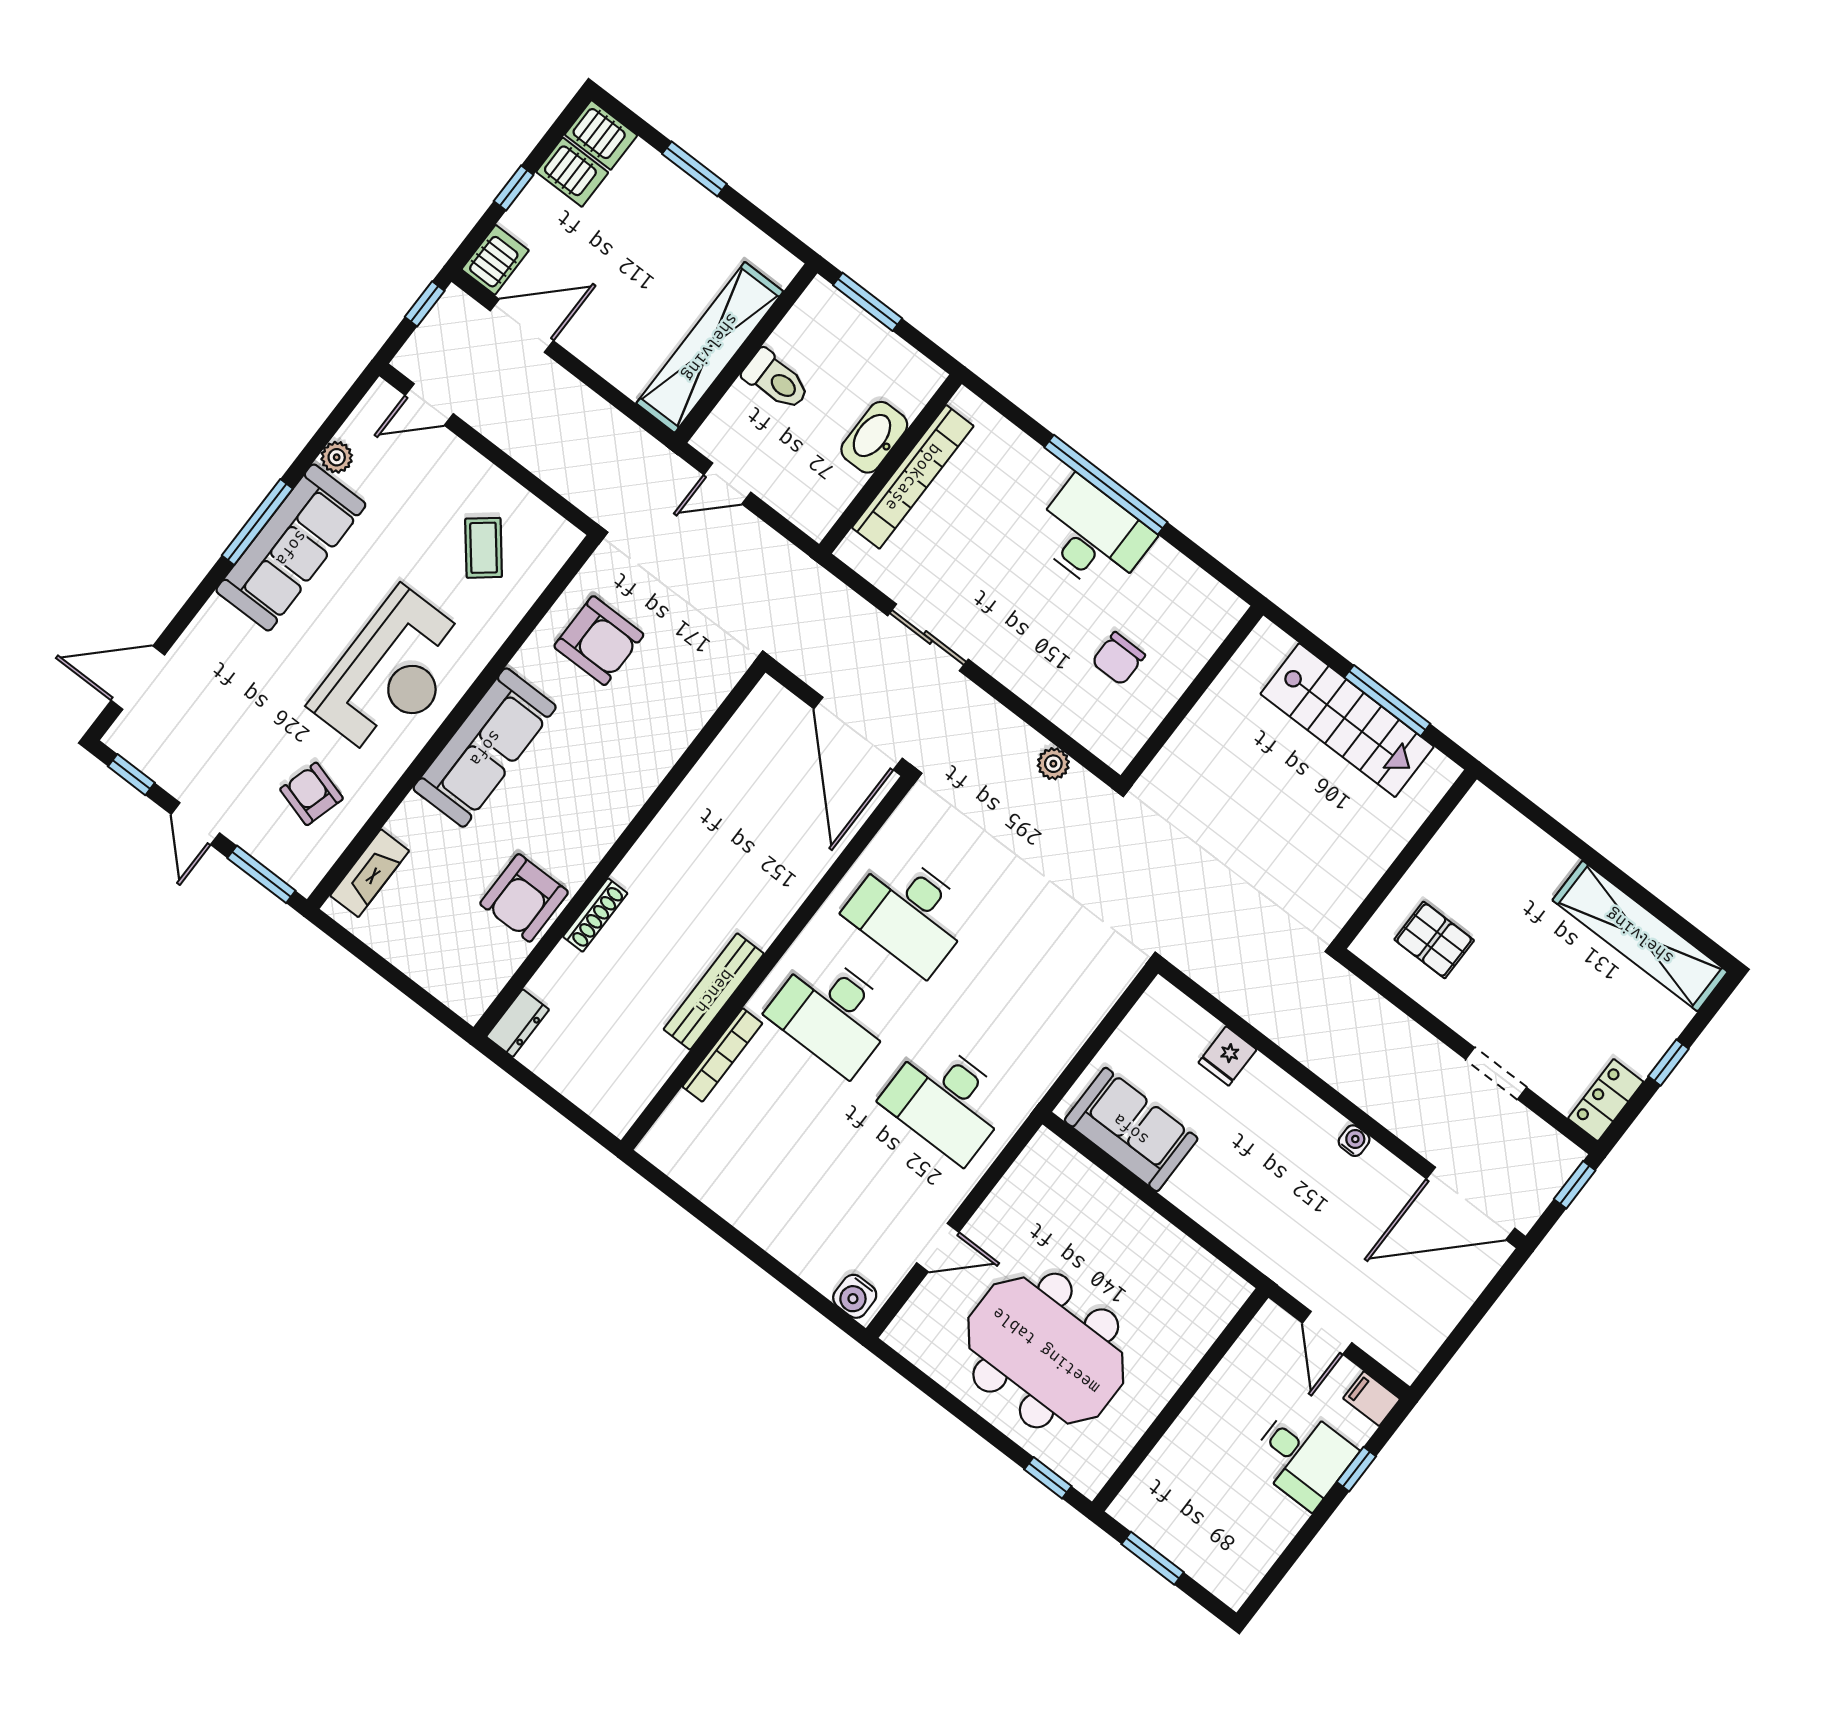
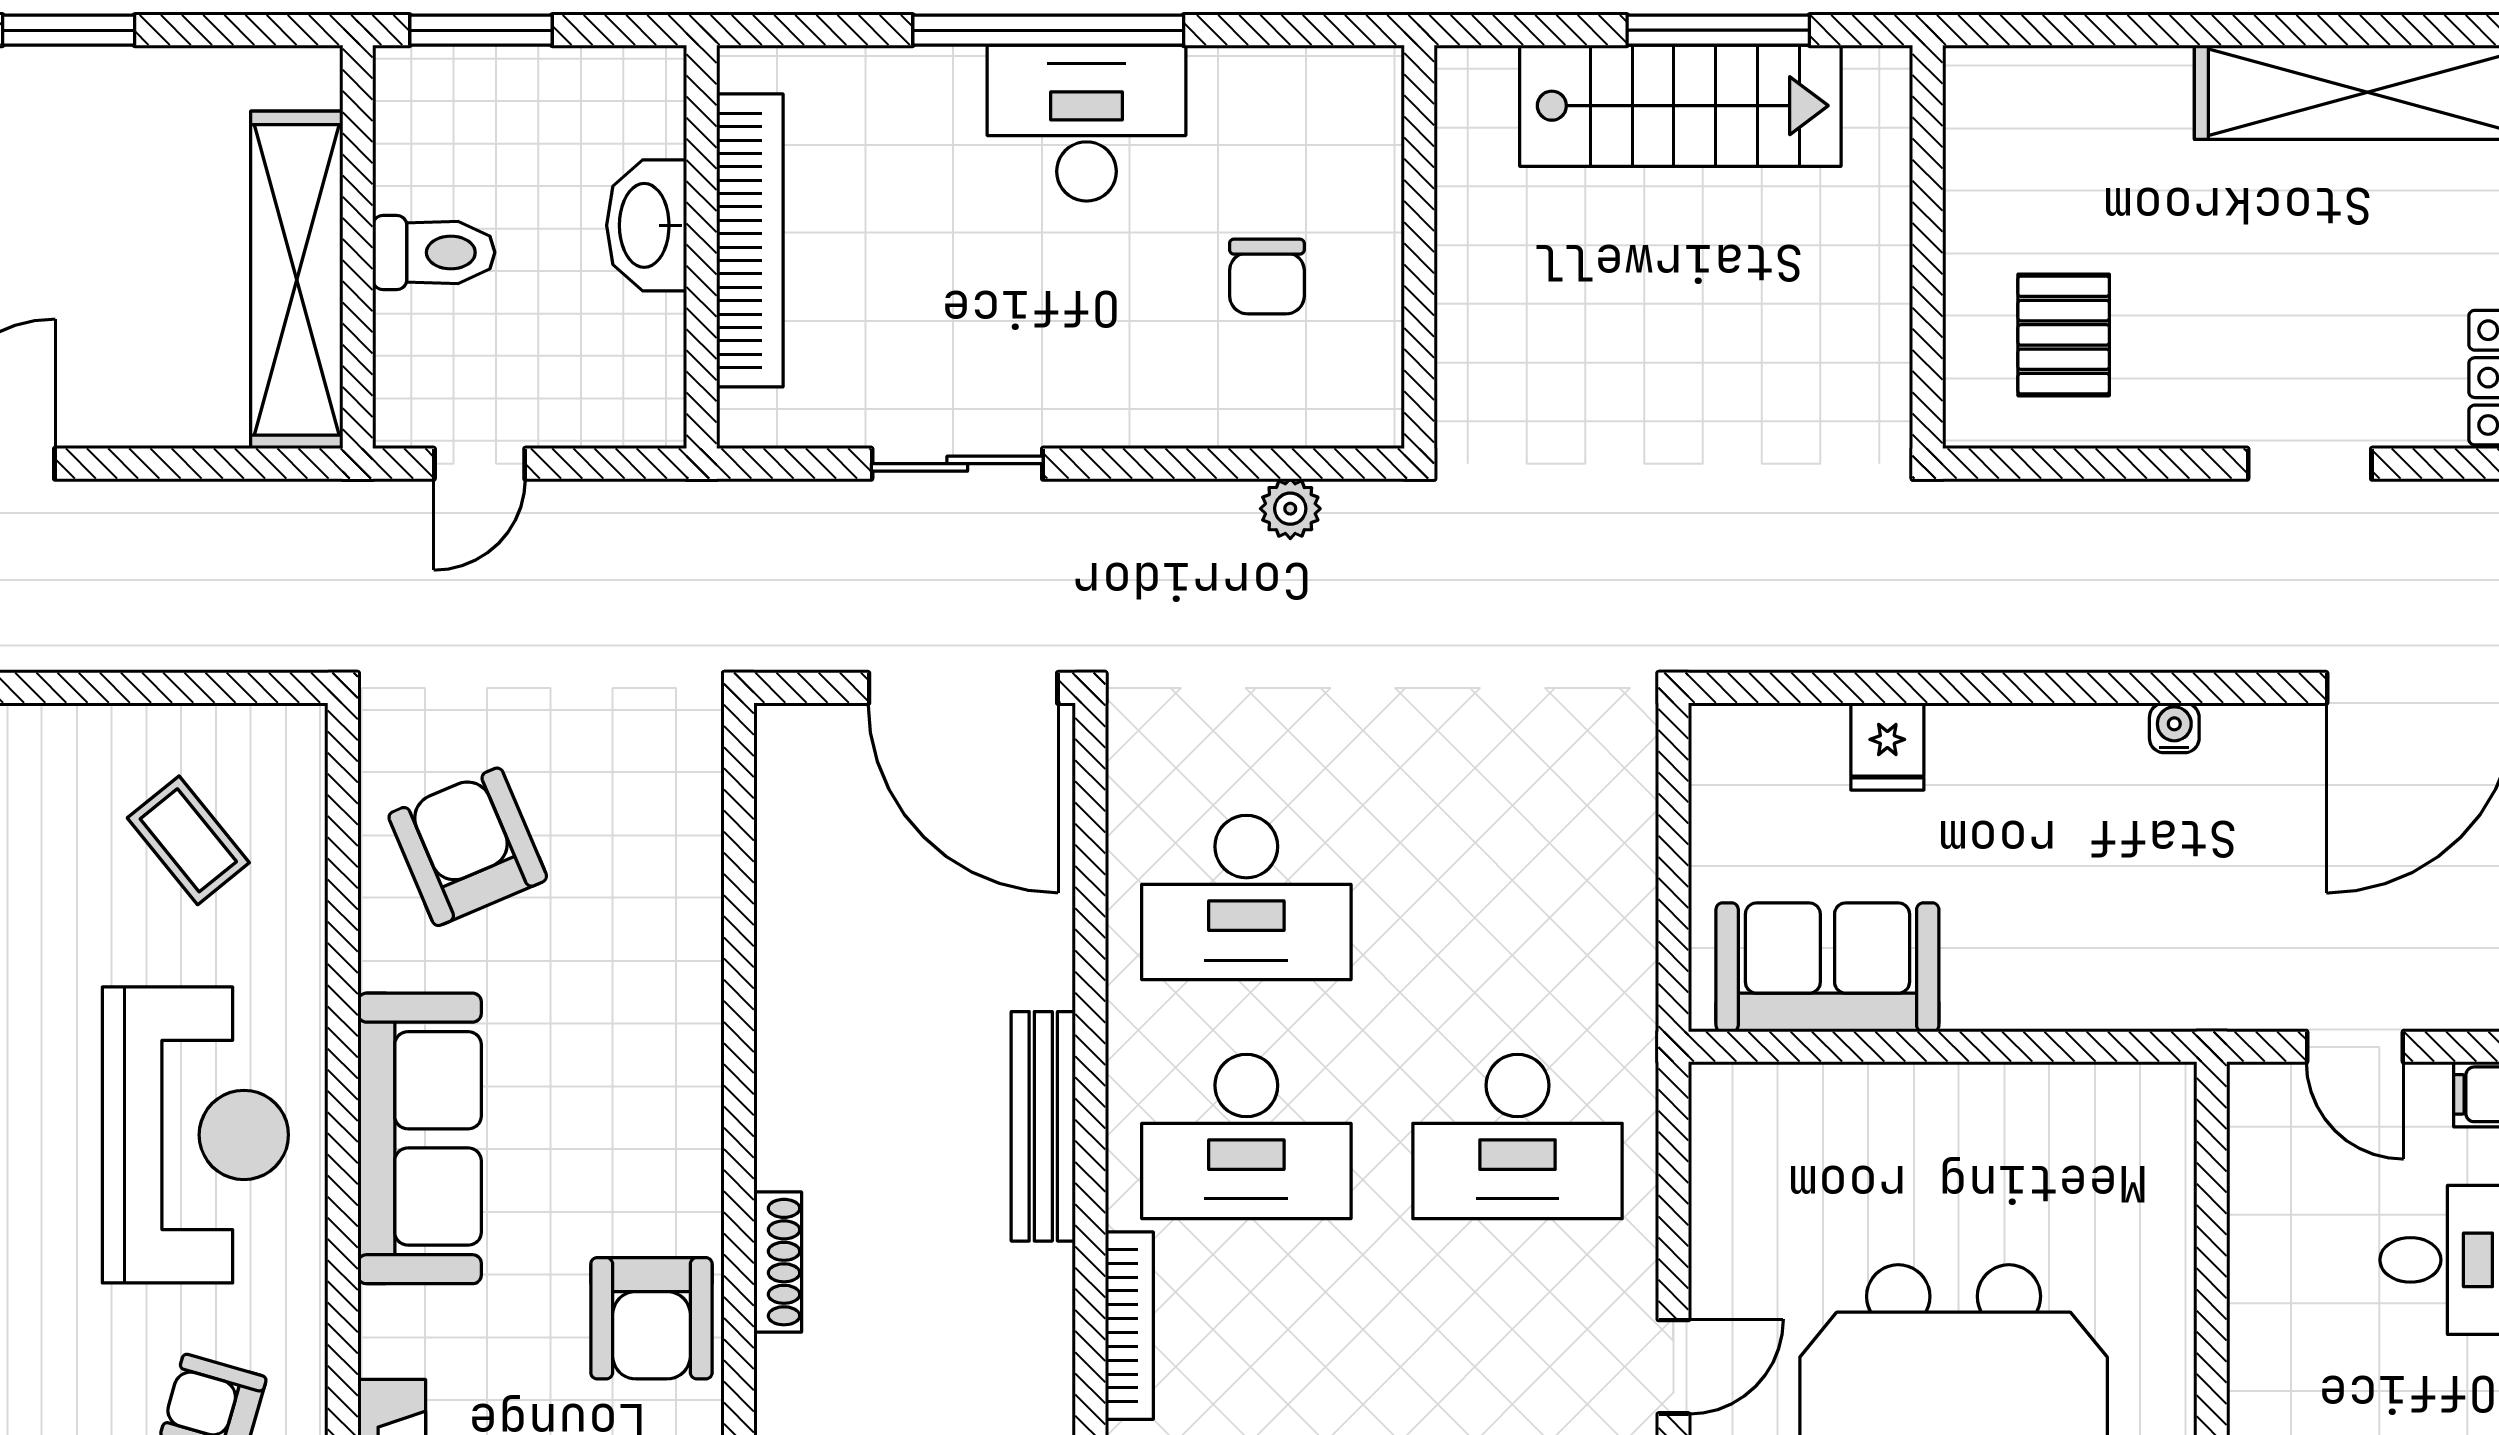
armchair: (599, 641) -> (468, 847), turned -113
pallet: (1434, 940) -> (2064, 335), turned 90
bench: (714, 991) -> (1043, 1126), moved

